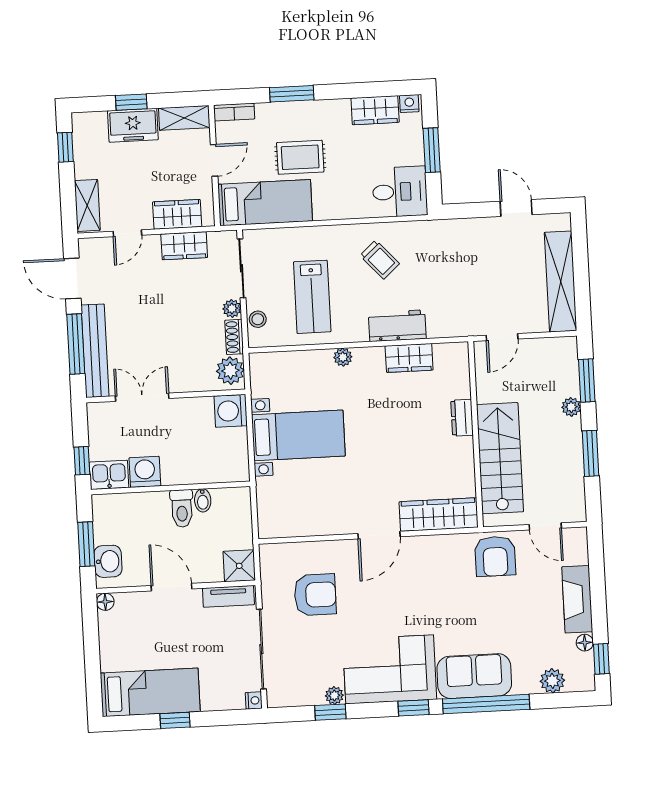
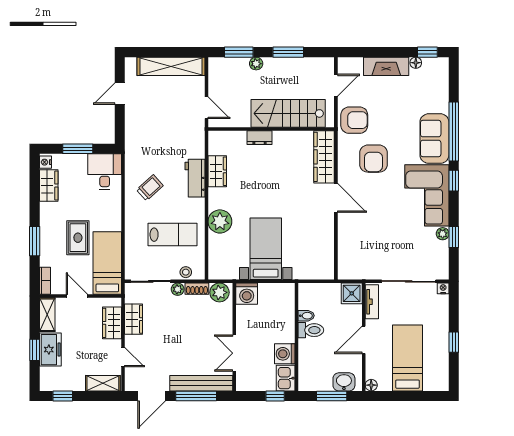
plant: (343, 357) -> (220, 221), width x1.88, depth x1.88
armchair: (315, 595) -> (373, 159), moved, turned 180
plant: (552, 681) -> (440, 86), removed
bed: (150, 692) -> (408, 358), moved

